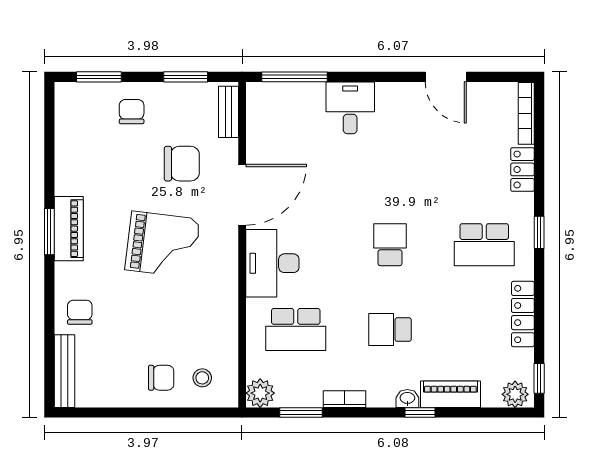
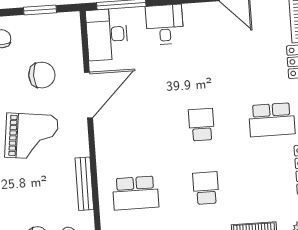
bench: (228, 112) -> (84, 184), moved, width x1.36
desk: (272, 263) -> (107, 34), moved
school desk: (390, 330) -> (206, 188), turned 90

